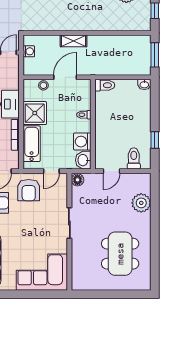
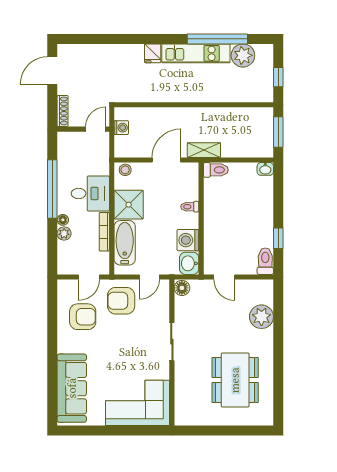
shelving: (74, 41) -> (204, 150), moved
stool: (43, 85) -> (125, 170), moved
toilet: (134, 158) -> (265, 261), moved
door: (111, 171) -> (224, 277), hinge flipped
armchair: (29, 190) -> (121, 301), turned 90

